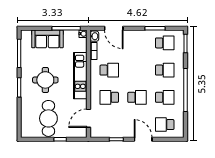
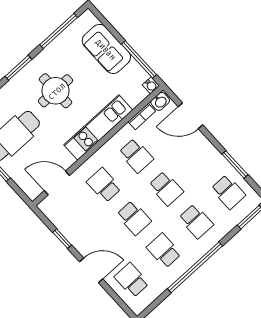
door: (114, 28) -> (190, 116), hinge flipped
school desk: (137, 70) -> (166, 188), added
school desk: (165, 97) -> (164, 251), turned 180
door: (143, 139) -> (91, 270), hinge flipped

